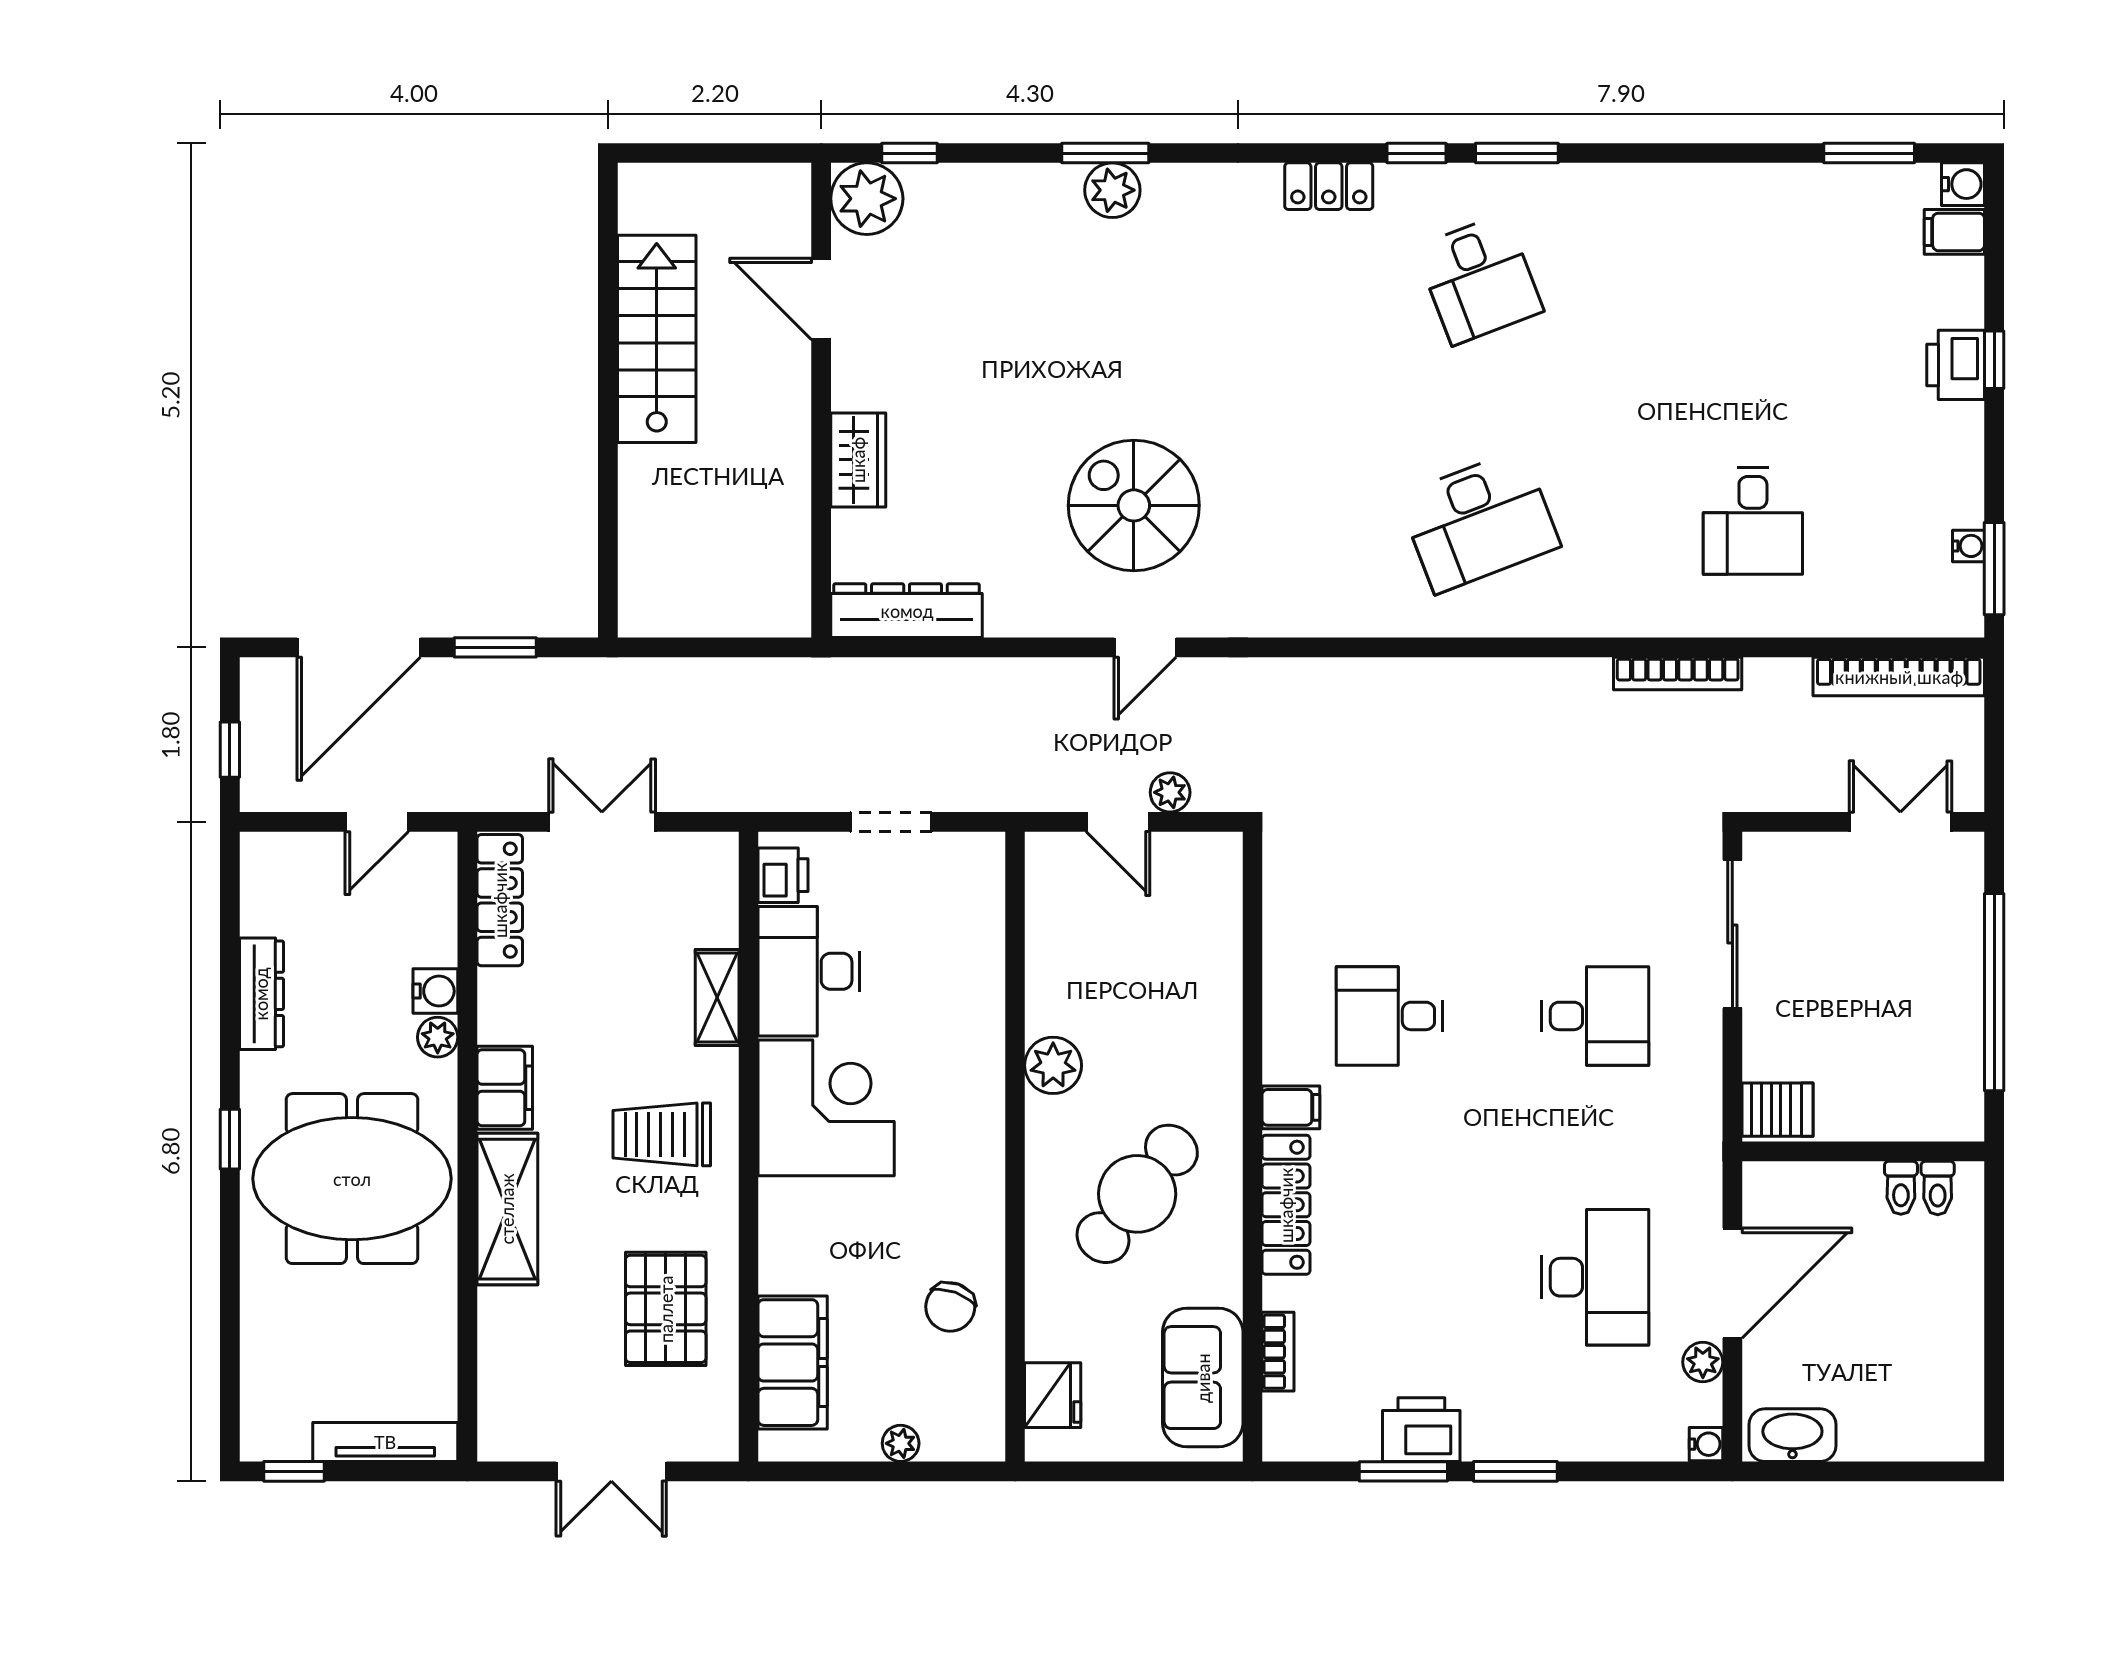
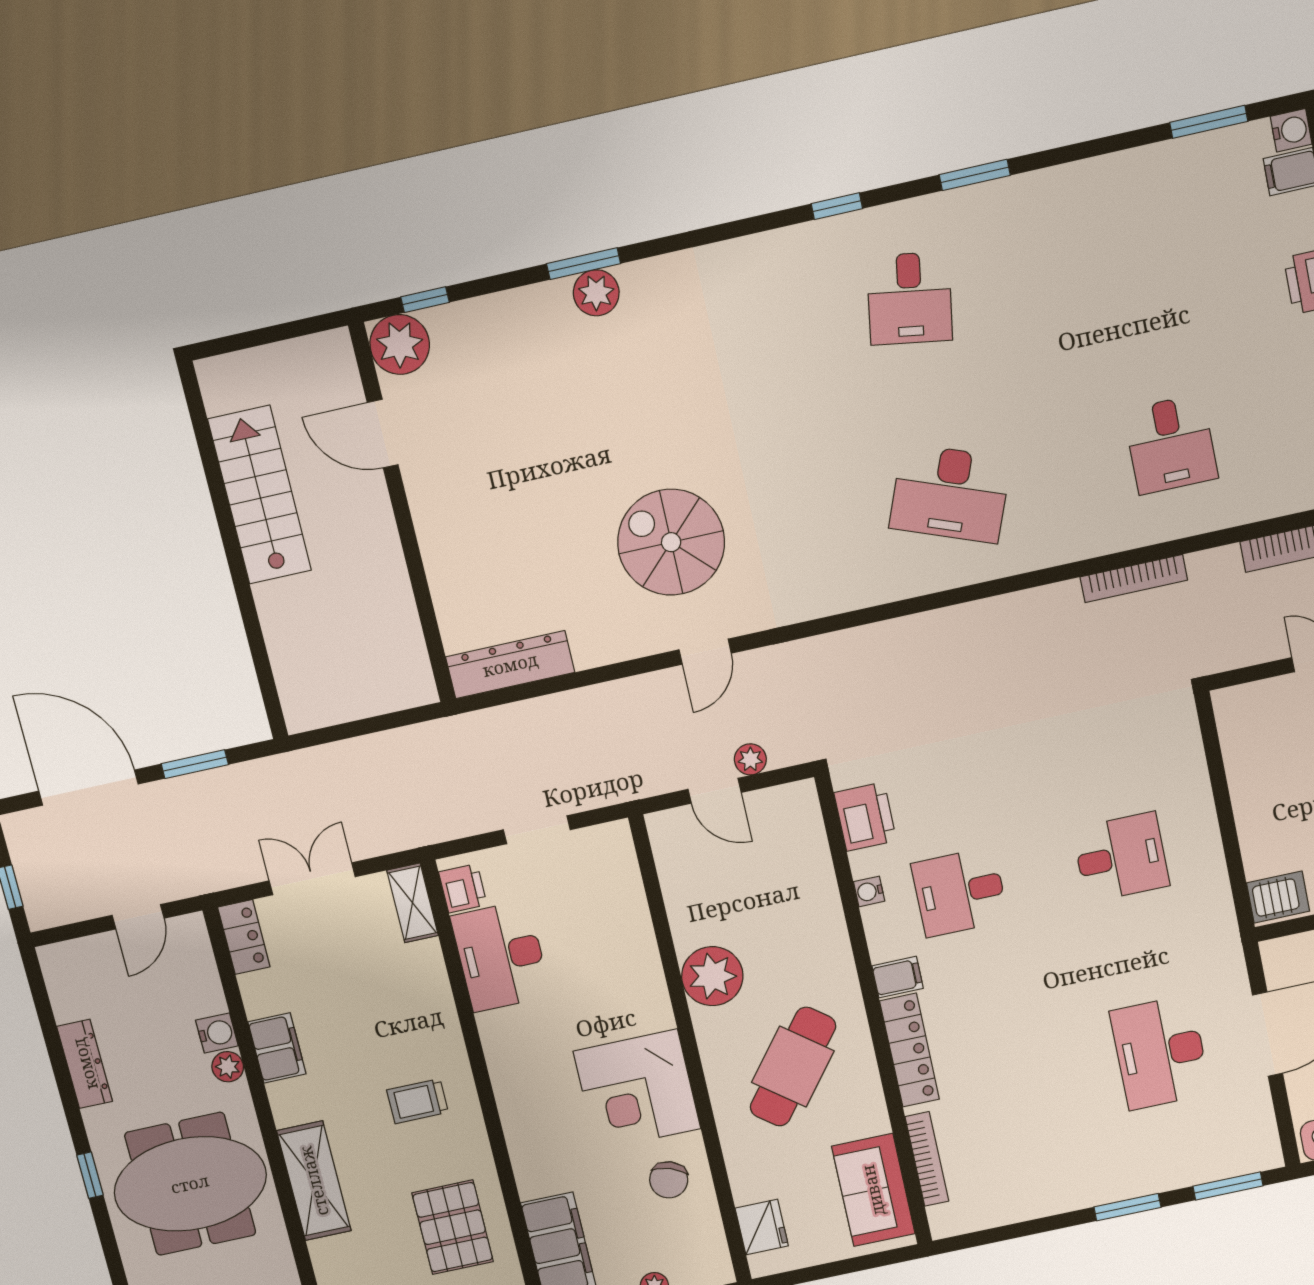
window: (1517, 153) -> (975, 175), moved
locker: (1329, 186) -> (771, 250), removed
desk: (1479, 279) -> (910, 298), turned 30
wardrobe: (858, 460) -> (443, 555), removed
desk: (1479, 521) -> (950, 493), turned 42
door: (359, 647) -> (89, 788), swing flipped
locker: (500, 900) -> (244, 937), width x0.66
sliding door: (1732, 934) -> (1217, 771), removed
shelving: (717, 998) -> (412, 903), moved
plant: (1053, 1065) -> (712, 976), width x1.36, depth x1.36
filing cabinet: (505, 1088) -> (277, 1048), moved
corner desk: (826, 1108) -> (637, 1090), moved, turned 180
trolley: (662, 1134) -> (417, 1101), width x0.73, depth x0.72
desk: (1595, 1277) -> (1160, 1052), turned 180
bookcase: (1278, 1352) -> (927, 1159), width x1.56
plant: (1703, 1362) -> (1256, 1097), removed
printer: (1421, 1430) -> (865, 817), moved, turned 90
water cooler: (1706, 1444) -> (869, 891), moved, turned 180
window: (1403, 1471) -> (1228, 1186), moved

